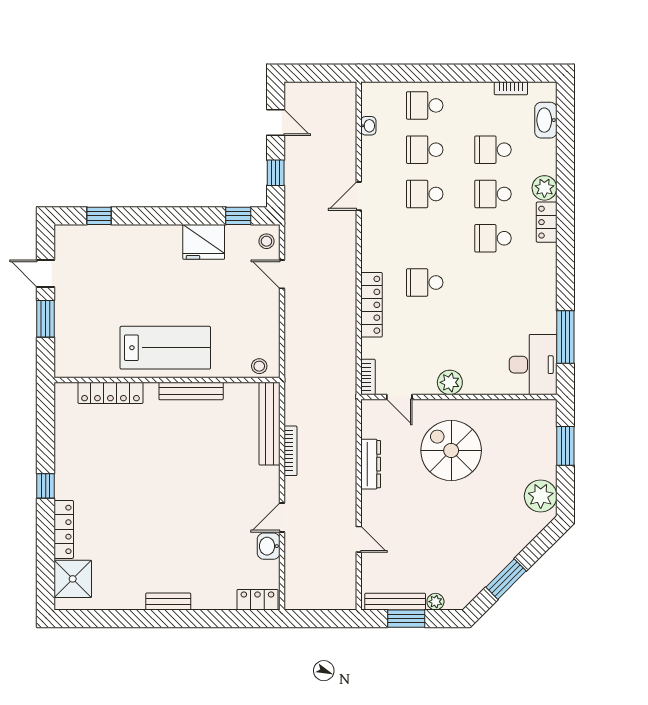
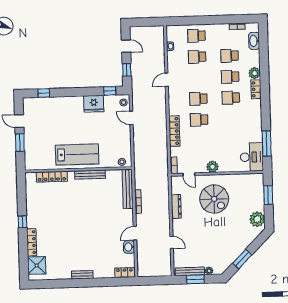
school desk: (425, 194) -> (198, 99), moved
spiral stairs: (451, 450) -> (214, 199), turned 180

